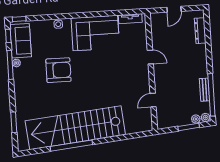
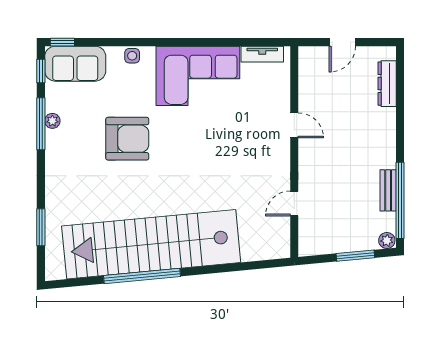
sofa: (21, 41) -> (75, 64), moved, turned 90
plant: (196, 119) -> (369, 242), removed

